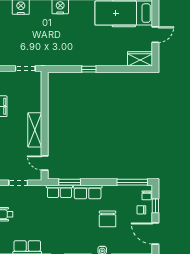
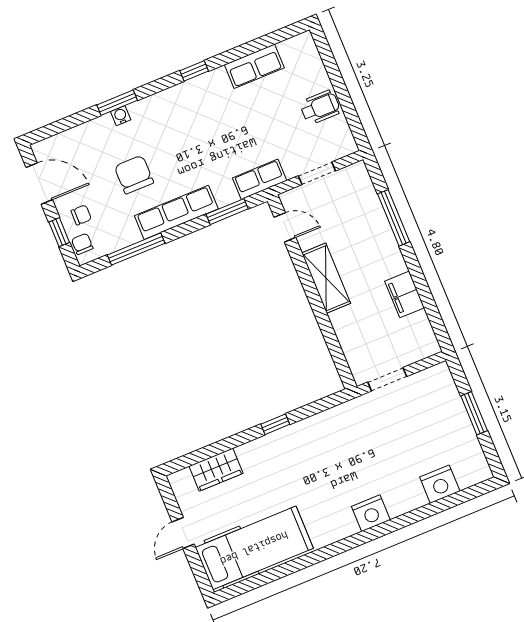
wardrobe: (140, 59) -> (216, 470), moved
window: (132, 182) -> (136, 249), moved
row of seats: (59, 191) -> (260, 179), moved
row of seats: (88, 192) -> (176, 212), width x1.48

